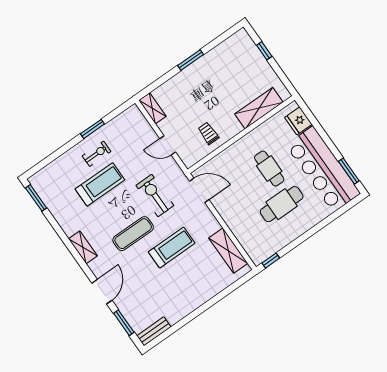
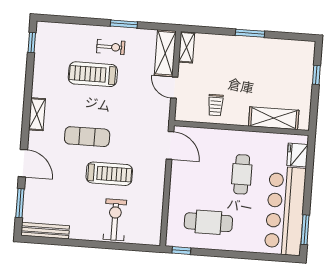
trolley: (208, 133) -> (216, 105), turned 180
treadmill: (100, 184) -> (93, 74), turned 180
exercise bike: (155, 195) -> (115, 220), moved
window: (36, 198) -> (32, 43), width x0.67
cafe table: (282, 204) -> (208, 222), moved
shelving: (228, 251) -> (165, 53), moved
door: (102, 292) -> (23, 163), hinge flipped
bench: (154, 331) -> (45, 231), width x1.36

